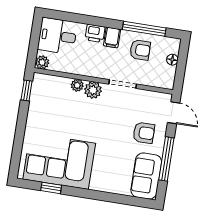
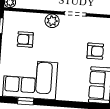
plant: (77, 85) -> (39, 18), removed
armchair: (57, 111) -> (25, 39), added

